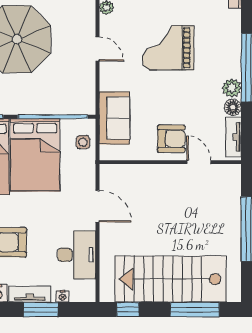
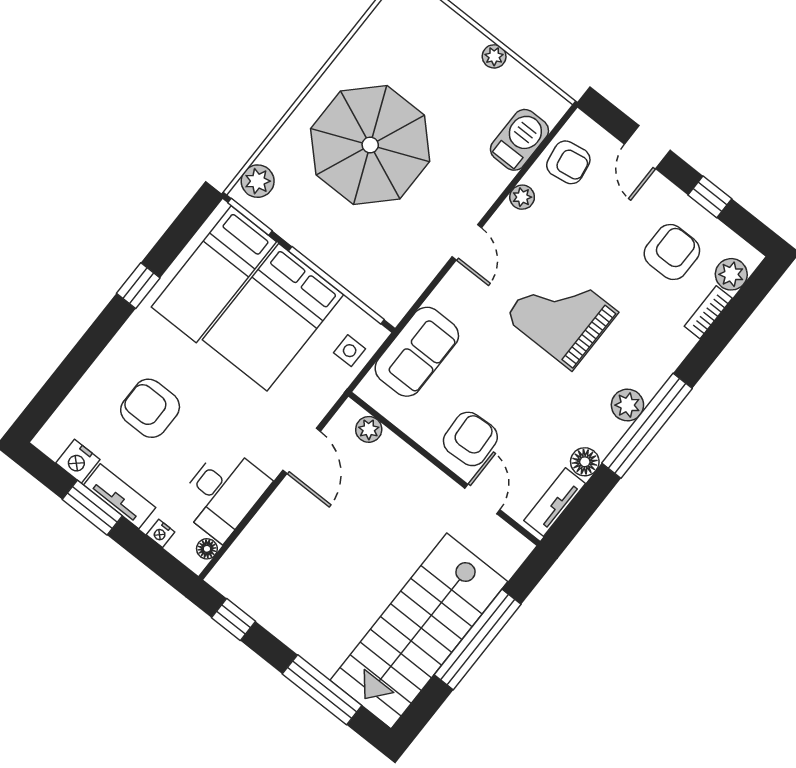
plant: (232, 88) -> (627, 405), moved
armchair: (171, 139) -> (470, 439), turned -93
plant: (121, 172) -> (369, 429), added
stairs: (171, 279) -> (419, 631), moved, turned -90
floor lamp: (90, 286) -> (207, 549), added
window: (41, 309) -> (92, 508), moved

